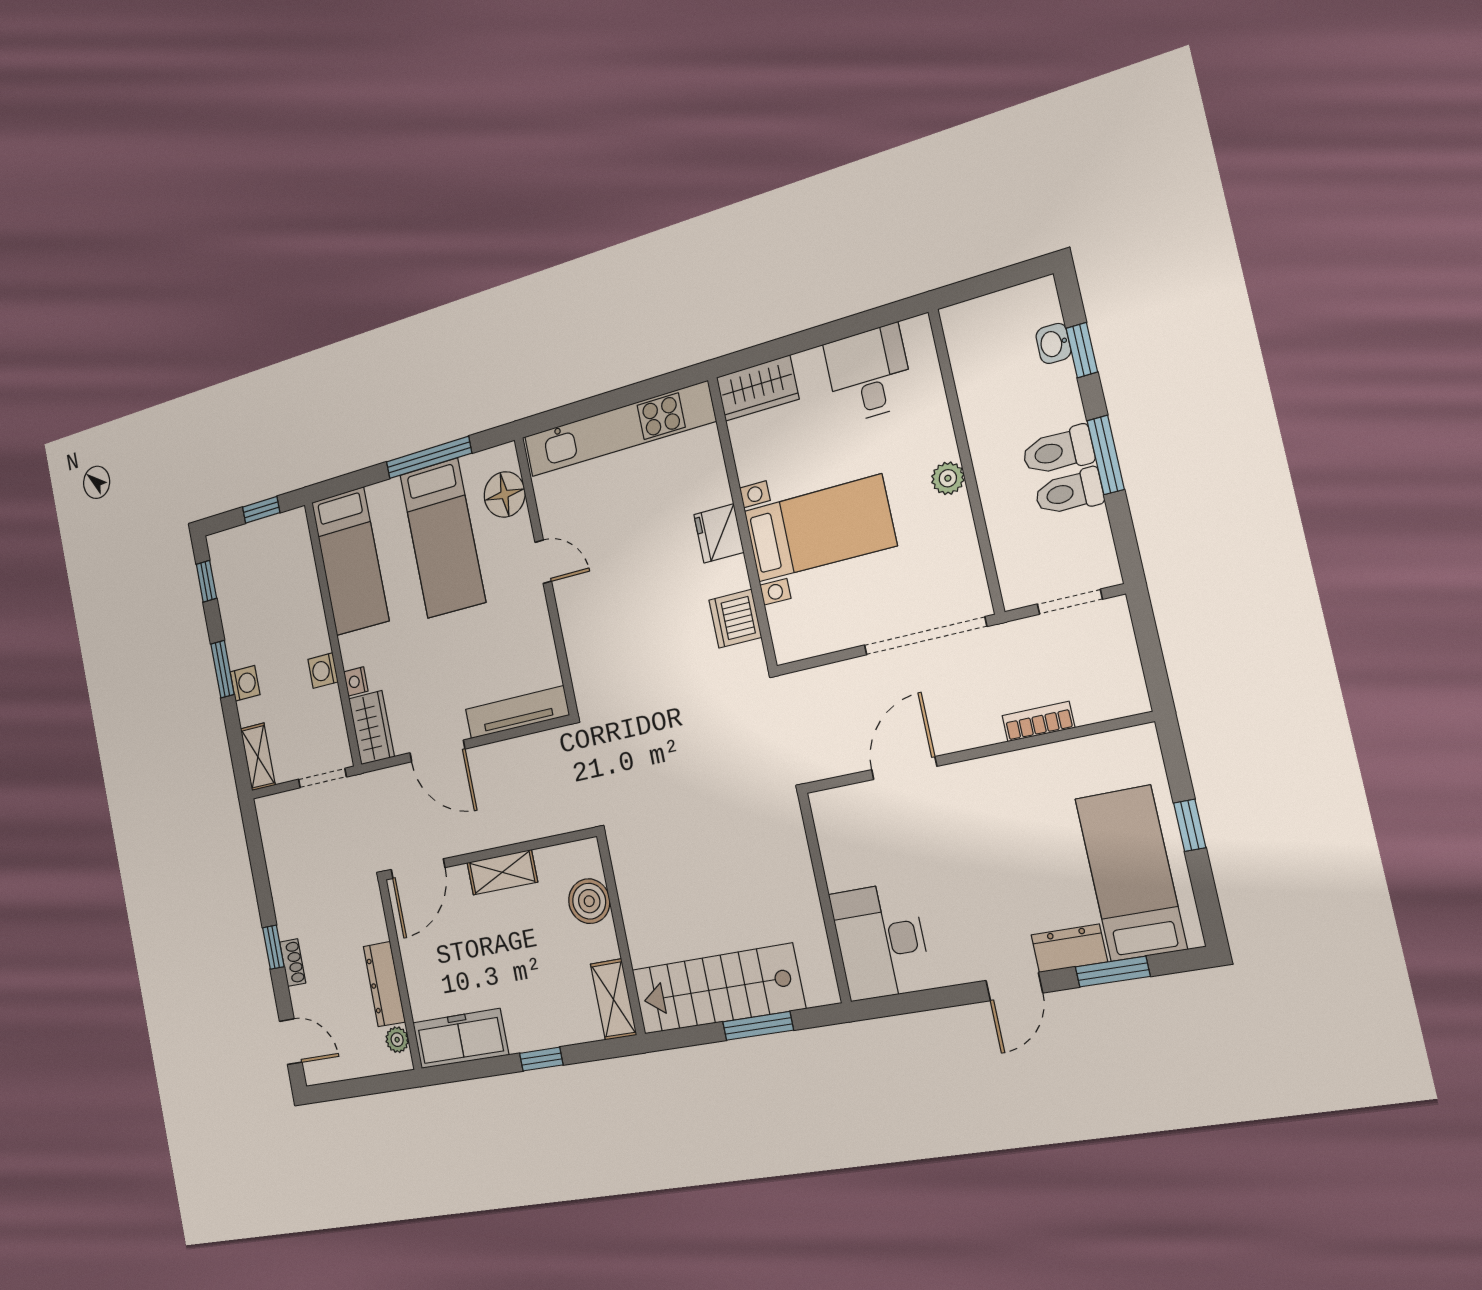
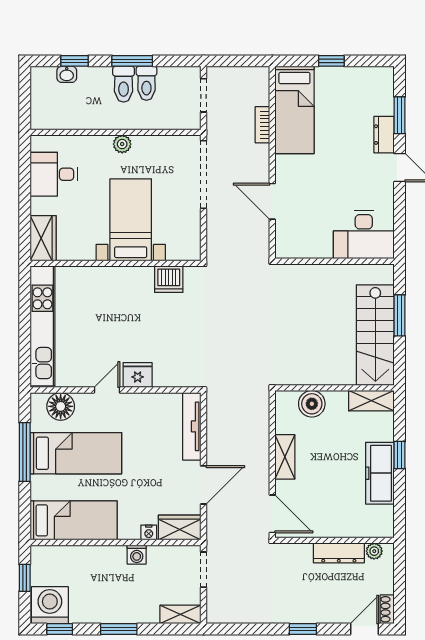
fridge: (719, 533) -> (138, 375), moved, turned 180
washing machine: (245, 683) -> (50, 605), moved, width x1.89, depth x1.89
bed: (1131, 873) -> (294, 110), moved, turned -90
shoe rack: (293, 963) -> (387, 609), moved, turned -90
freezer: (460, 1039) -> (380, 473), moved

